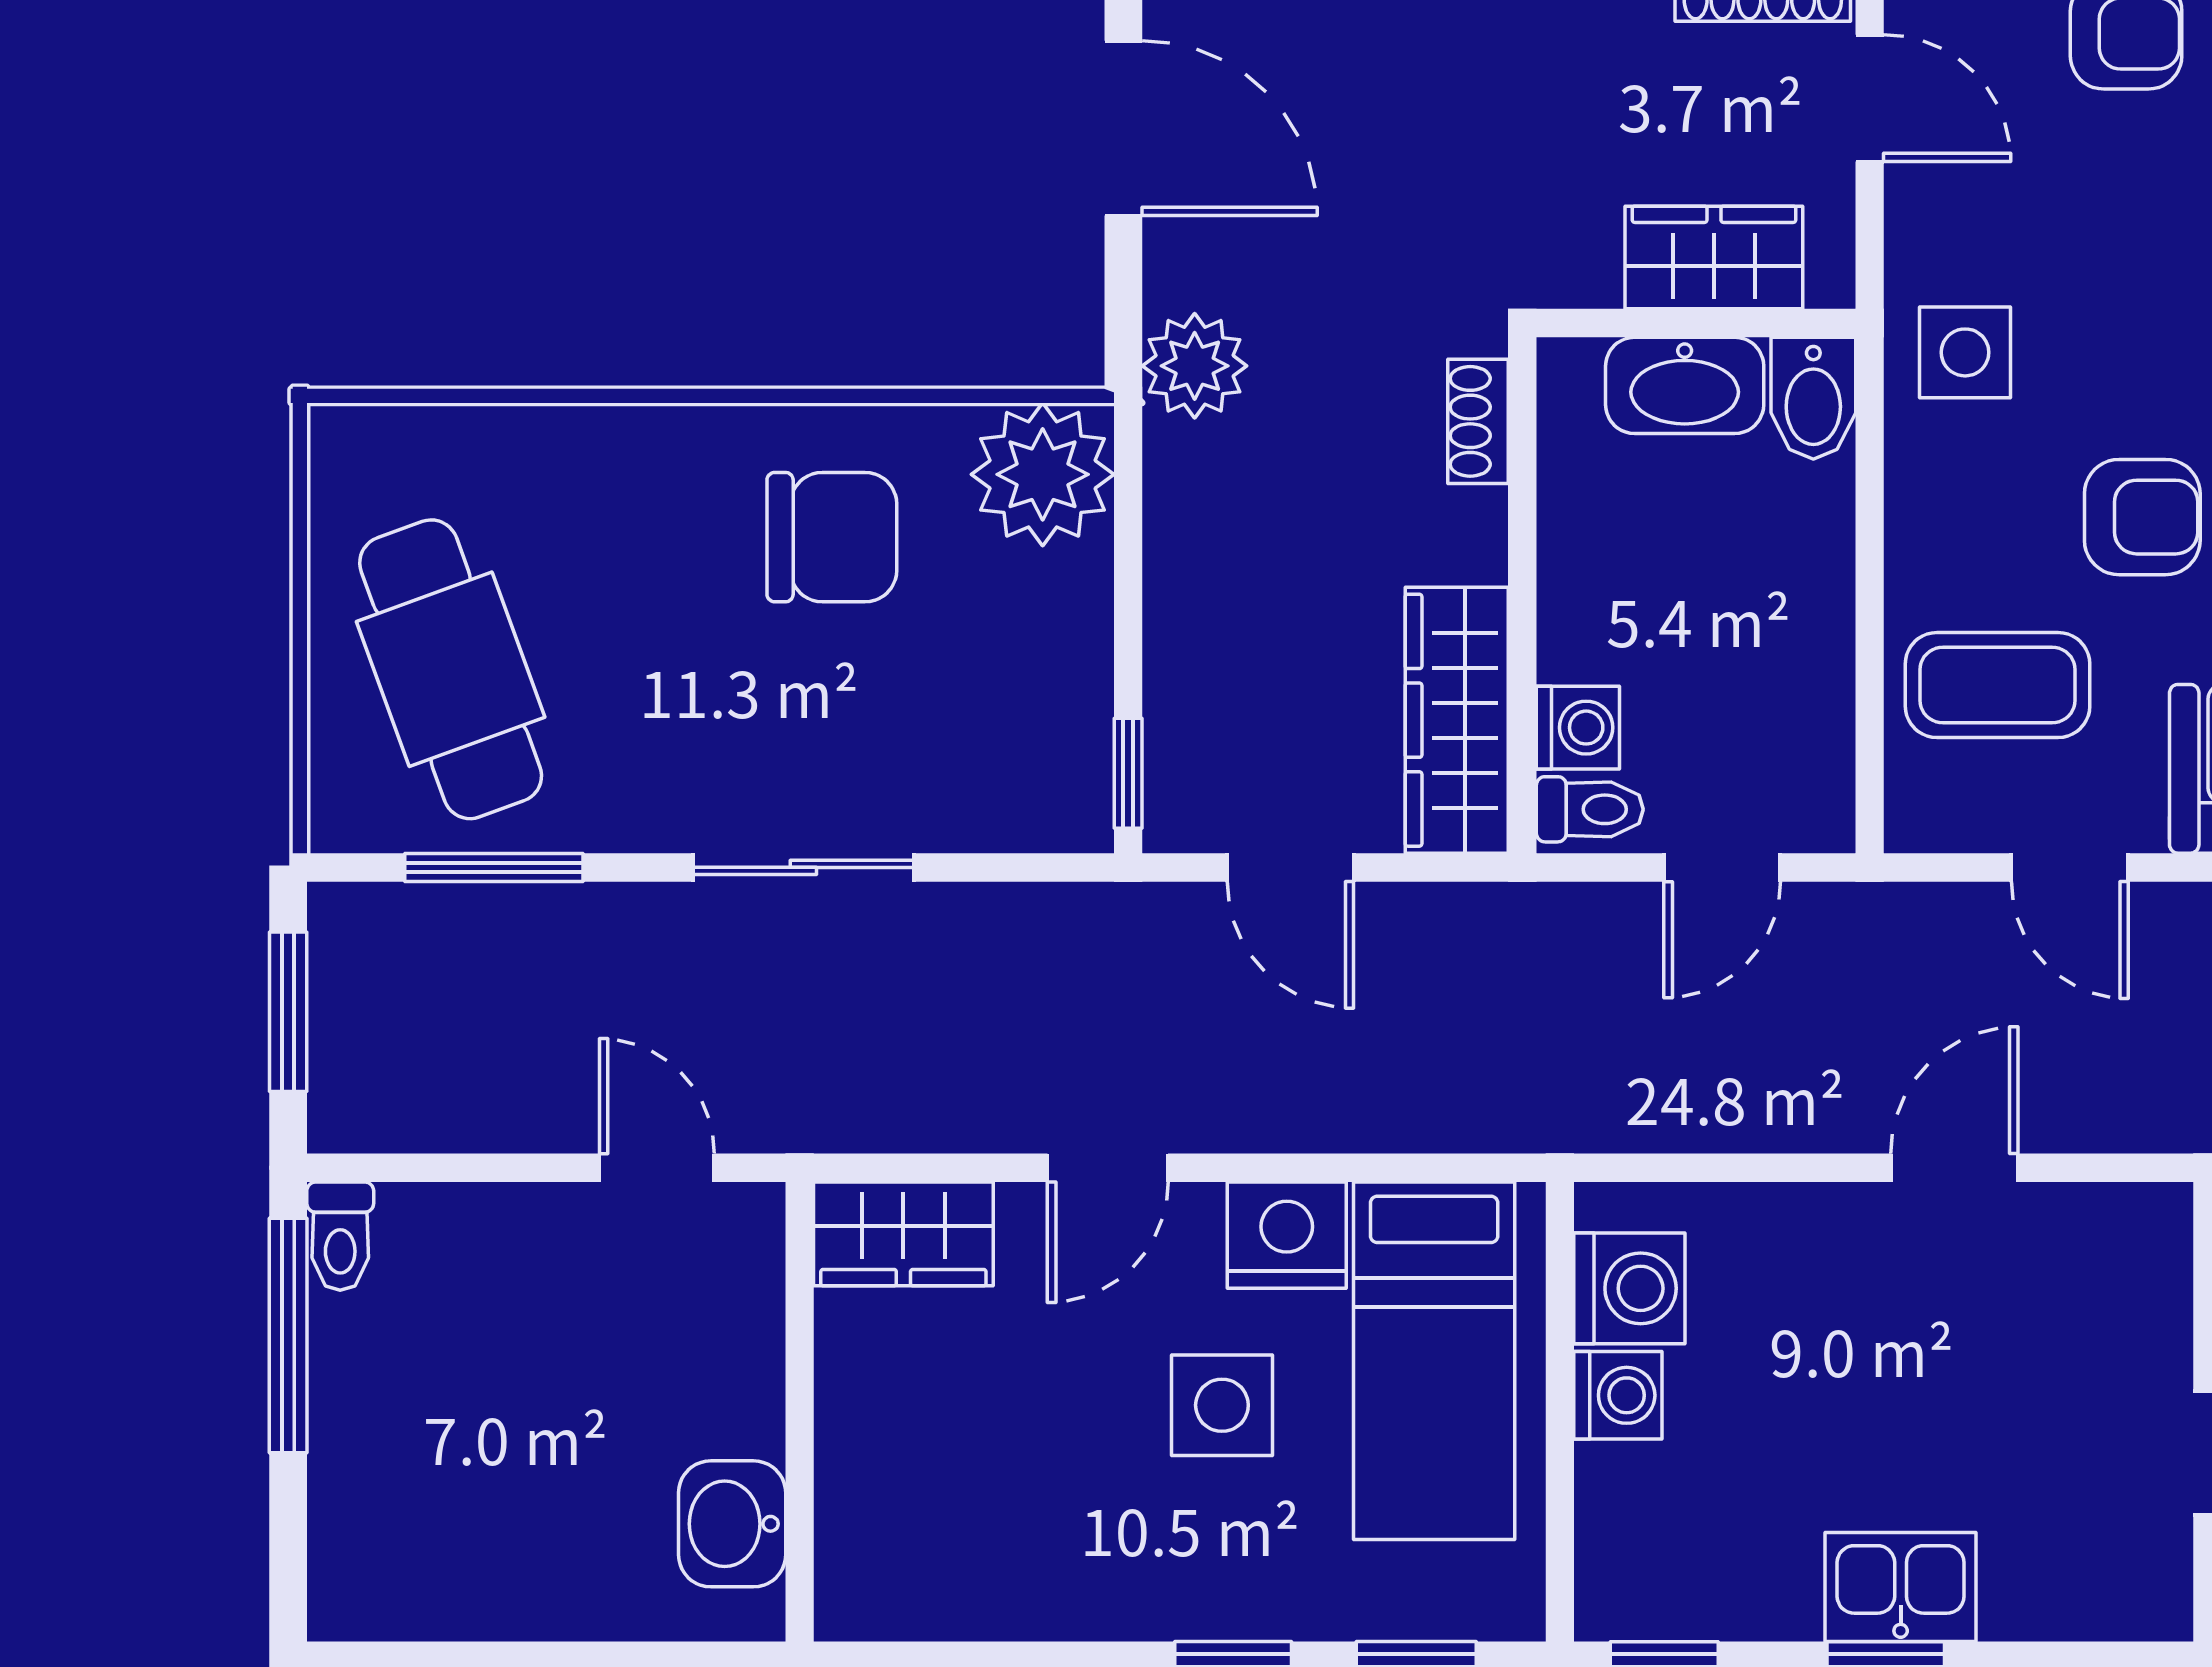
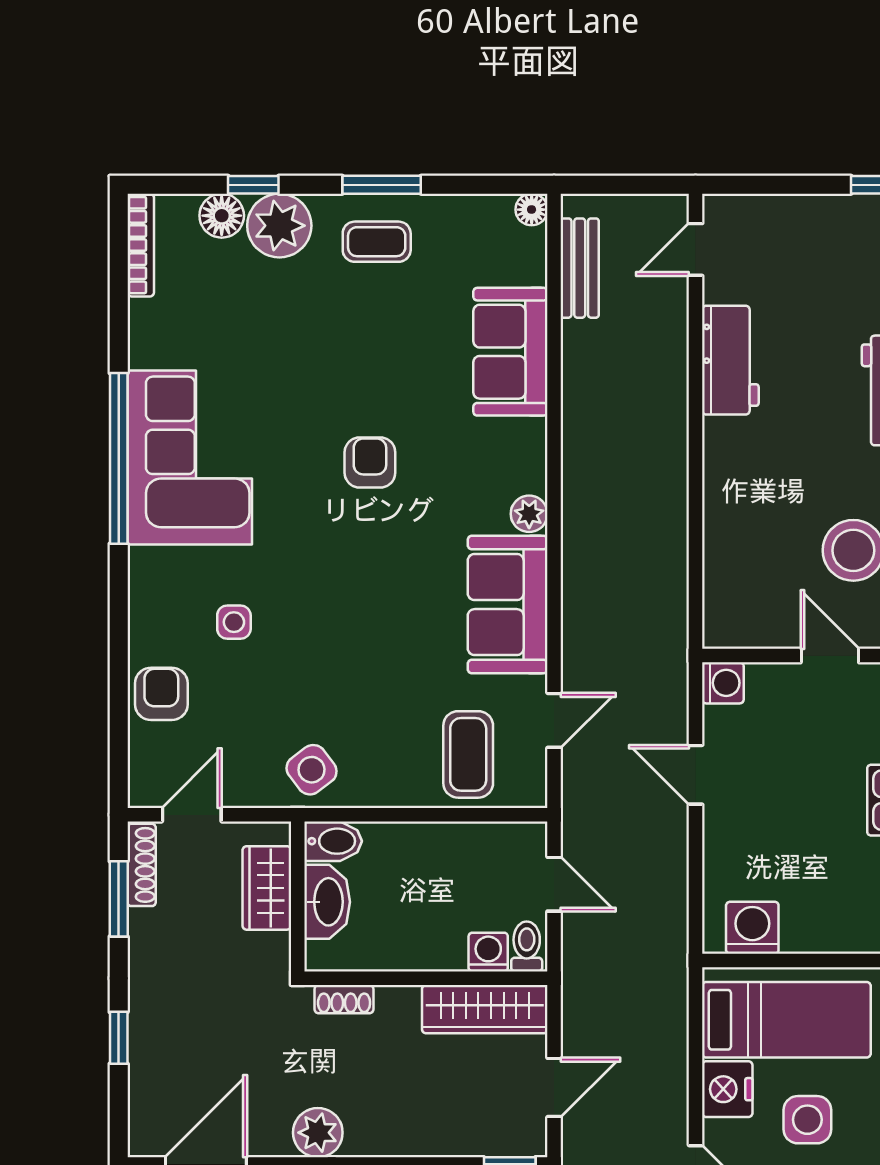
side table: (1965, 352) -> (312, 770), turned -37
armchair: (2142, 517) -> (389, 686), removed
washing machine: (1618, 1395) -> (723, 683), moved, turned 90

